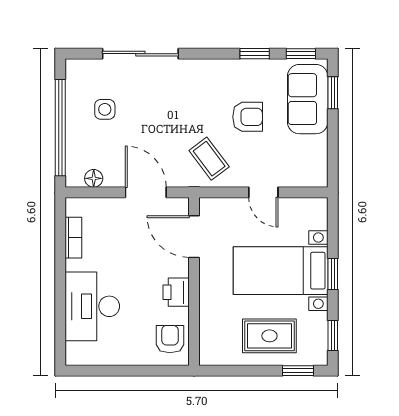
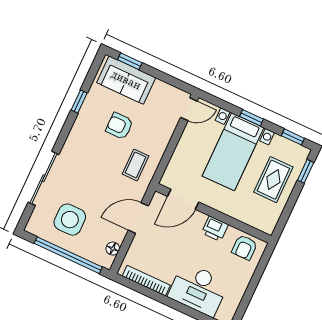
window: (301, 54) -> (94, 70), removed
side table: (105, 109) -> (70, 220), width x1.87, depth x1.87
armchair: (248, 117) -> (119, 126), turned -90
coffee table: (209, 159) -> (136, 165), turned -53
door: (263, 192) -> (189, 109), moved
bookcase: (73, 238) -> (146, 281), width x1.56
armchair: (170, 339) -> (245, 247), turned -90

